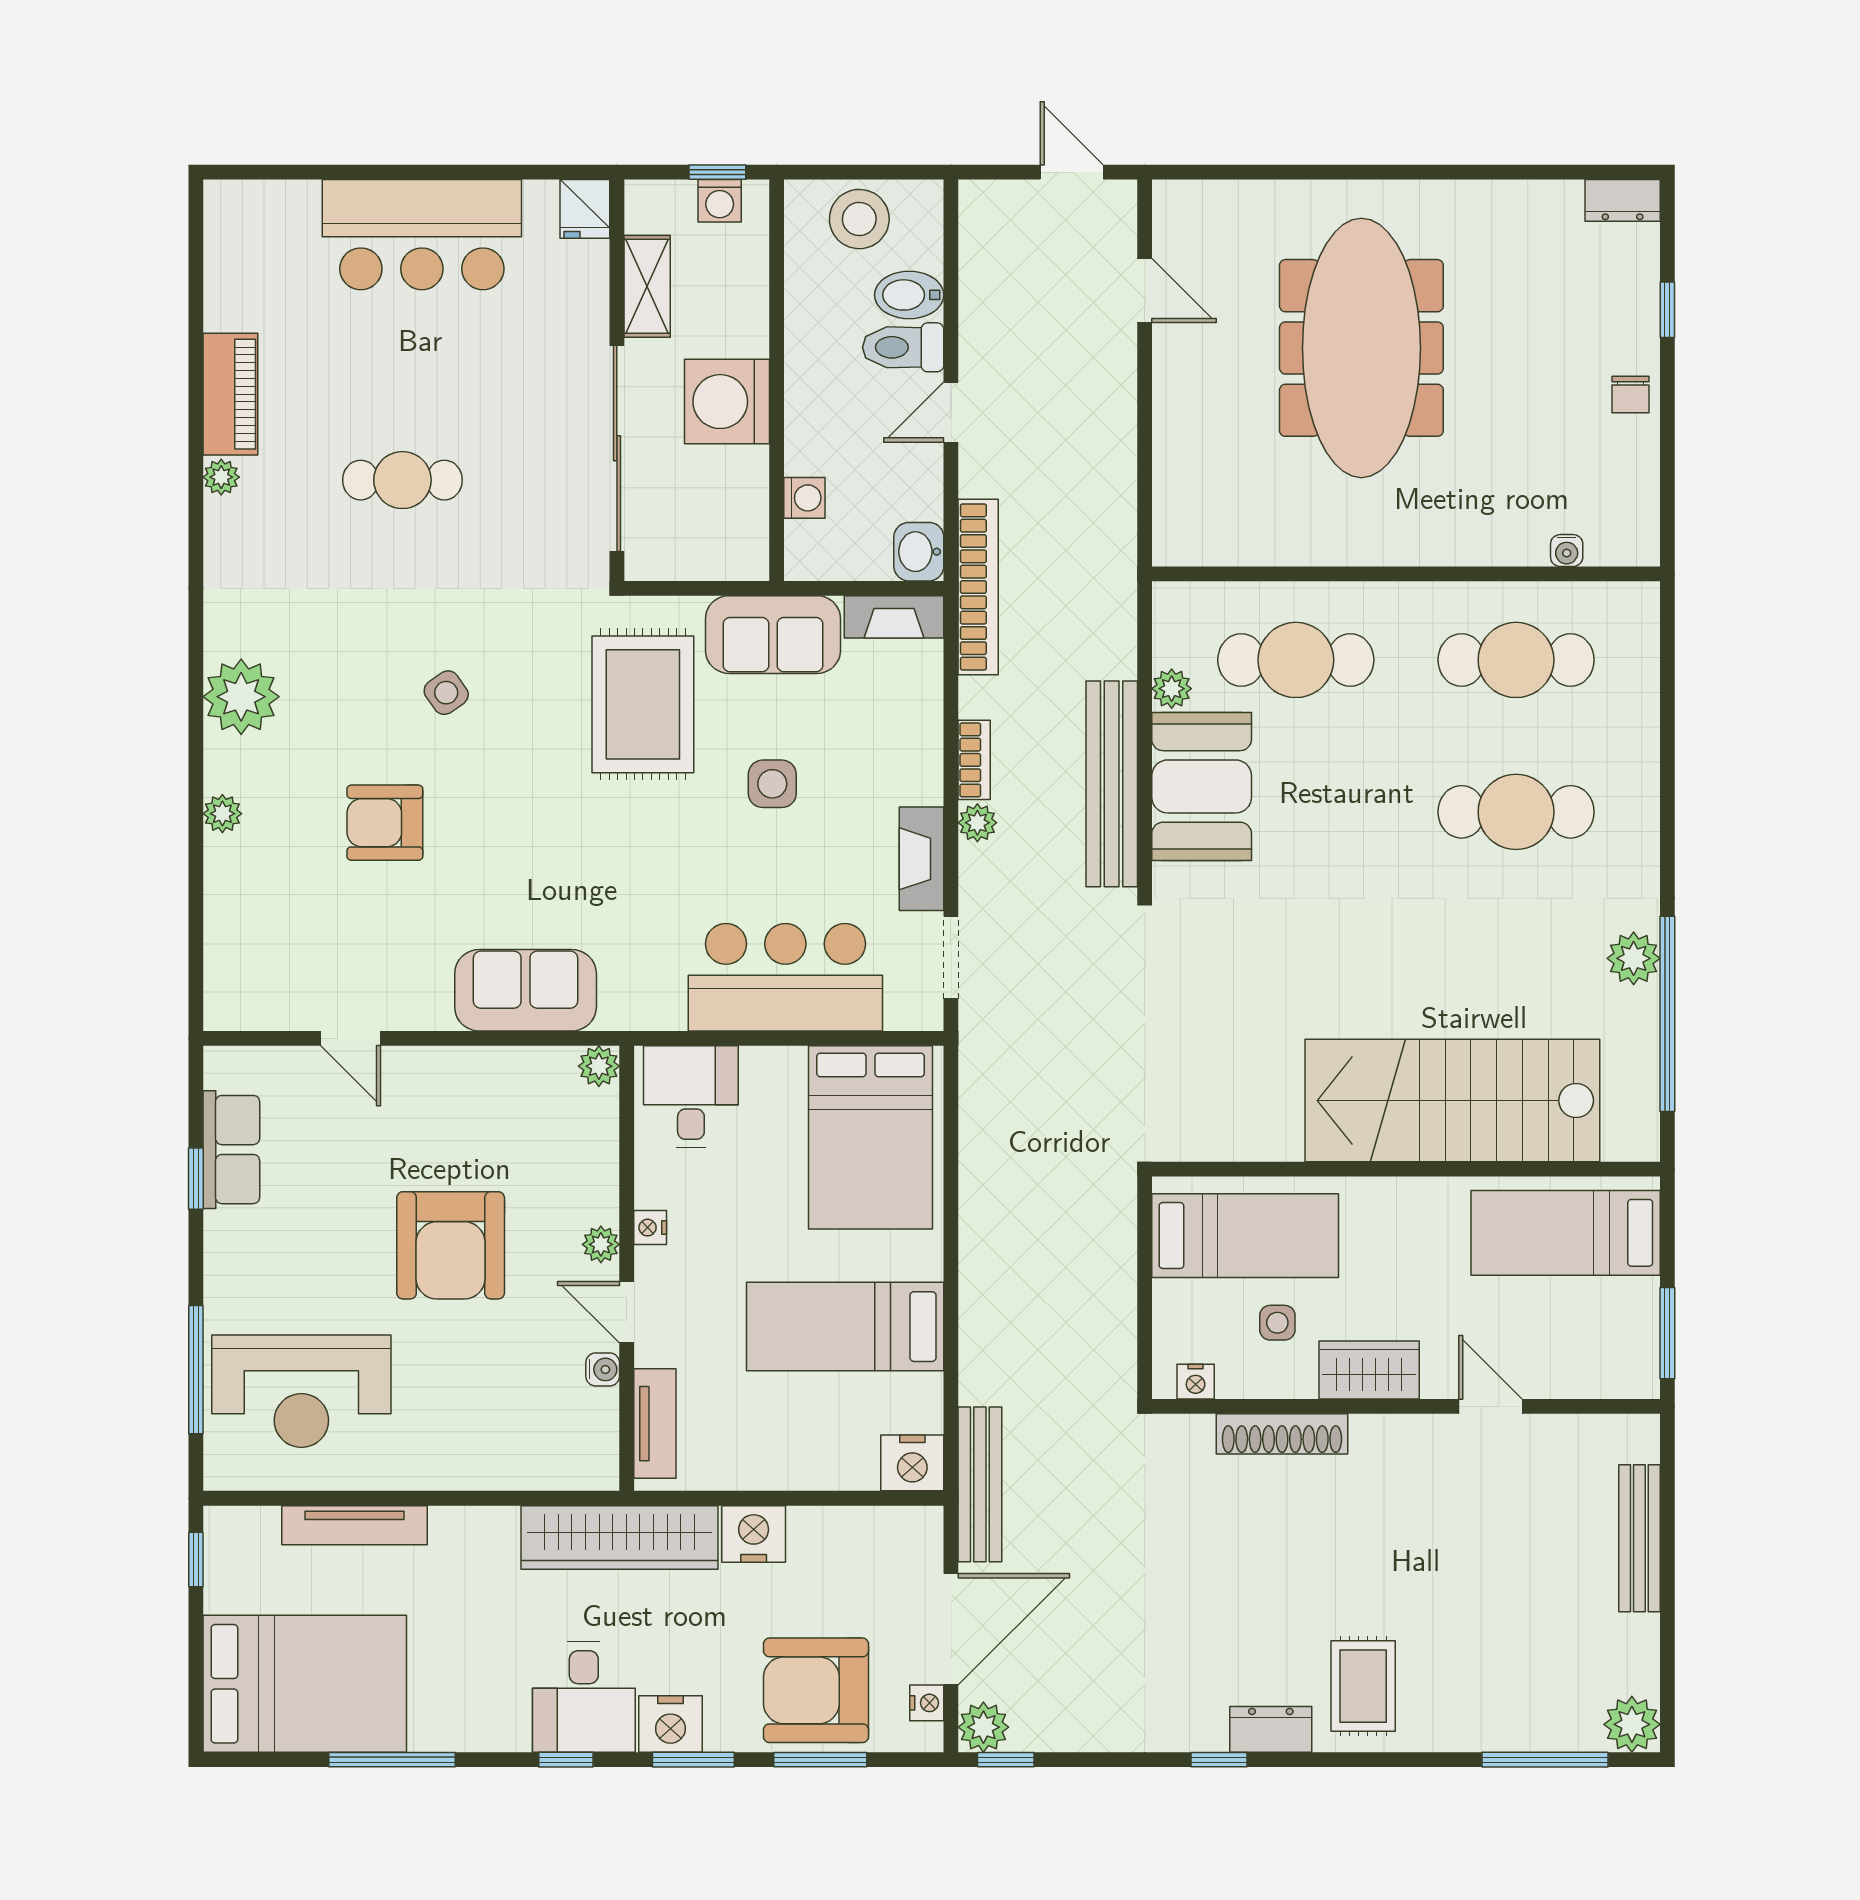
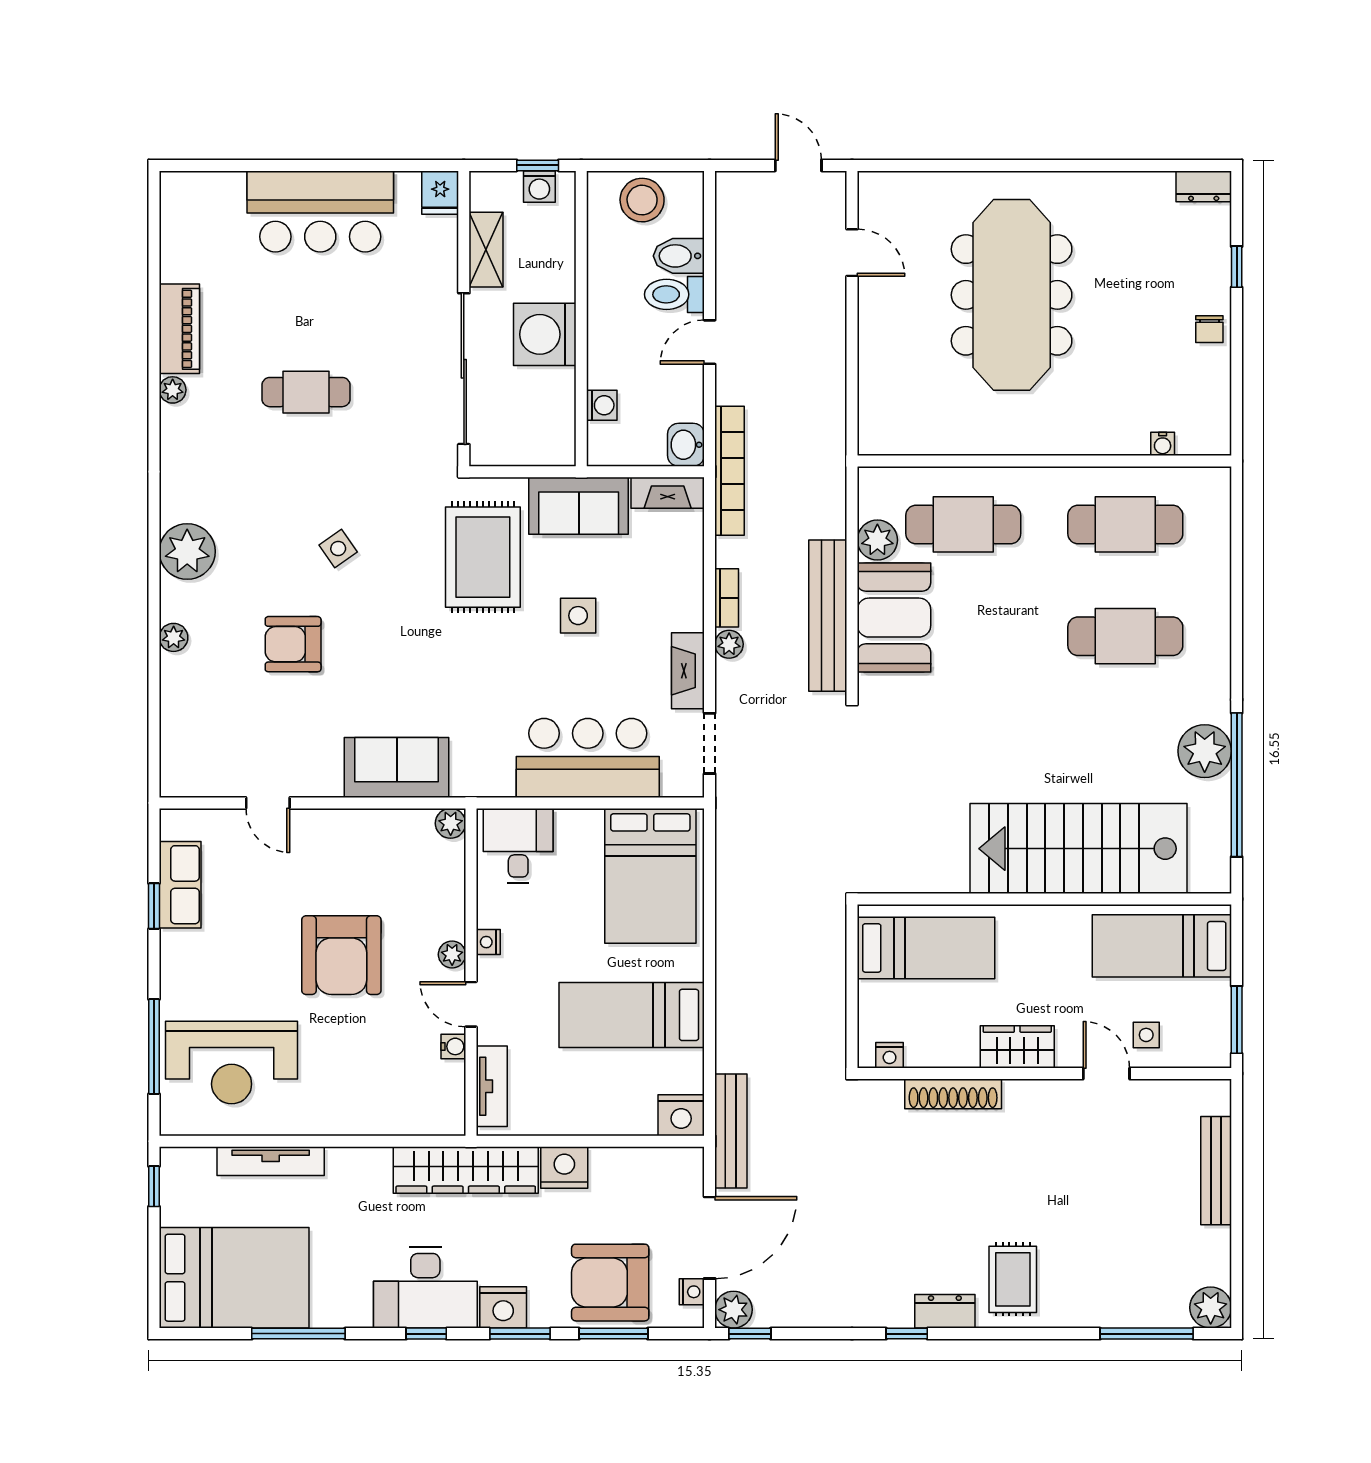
plant: (1172, 689) -> (877, 540), width x1.38, depth x1.38
plant: (1634, 958) -> (1205, 751), width x1.36, depth x1.36
side table: (1277, 1323) -> (1146, 1035), moved
desk: (584, 1697) -> (425, 1288), width x1.37

